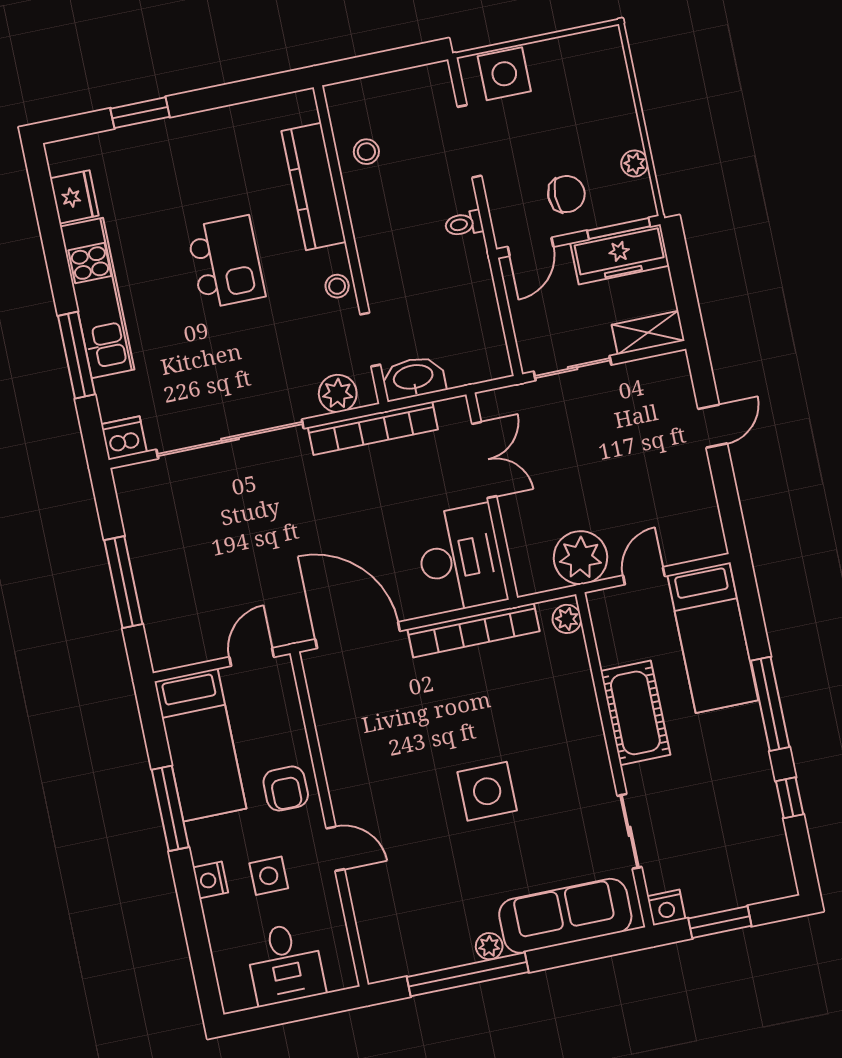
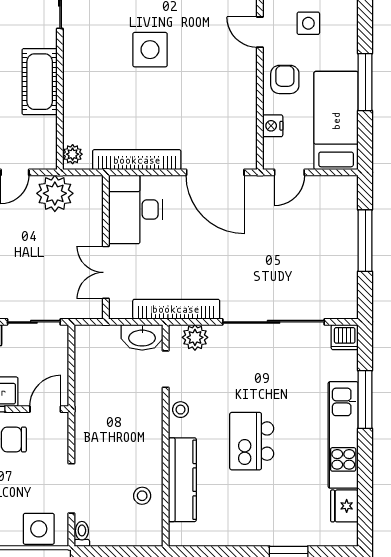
toilet: (464, 224) -> (82, 534), moved, turned -90
nightstand: (210, 880) -> (273, 126), moved, turned 180

